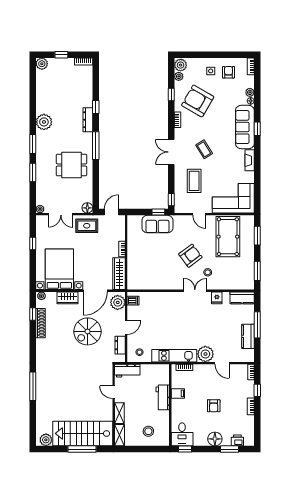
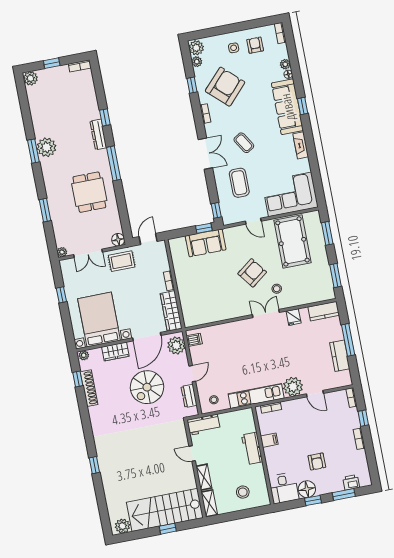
armchair: (198, 101) -> (225, 87), turned 103
window: (33, 144) -> (33, 151), moved
double door: (171, 152) -> (205, 154), swing flipped
dining table: (71, 165) -> (89, 192), turned 90
window: (33, 386) -> (94, 465), width x0.46
armchair: (214, 406) -> (317, 462), moved
floor lamp: (215, 439) -> (307, 489), moved
window: (82, 449) -> (168, 529), width x0.46
window: (185, 449) -> (313, 501), moved

